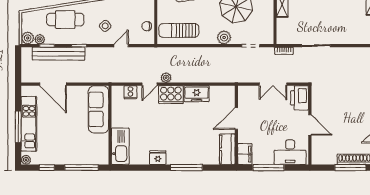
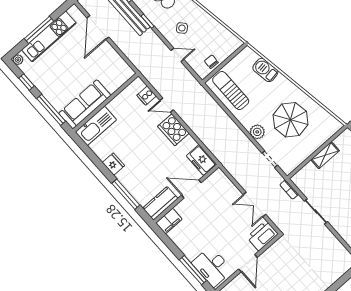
plant: (166, 78) -> (184, 114), removed
freezer: (197, 94) -> (201, 160), moved
sofa: (98, 109) -> (85, 104), moved
door: (236, 119) -> (191, 189), moved
wall: (236, 125) -> (186, 194), moved
kitchen counter: (227, 149) -> (160, 203), moved
filing cabinet: (245, 154) -> (169, 221), moved
window: (268, 168) -> (193, 270), moved

